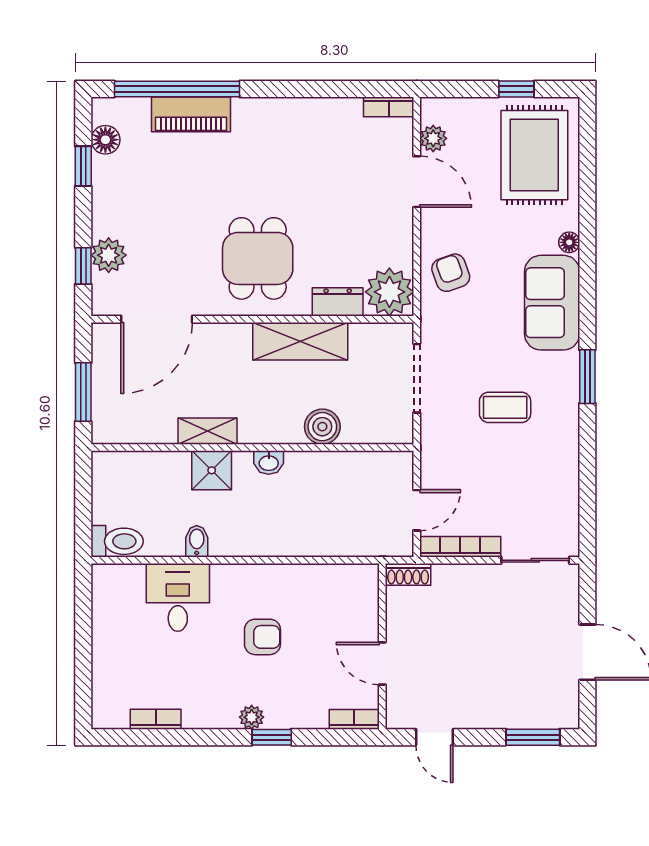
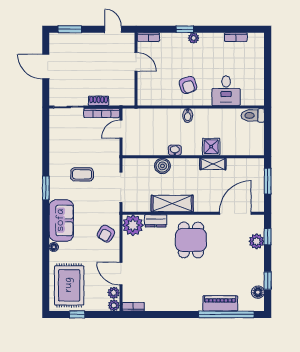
plant: (433, 110) -> (114, 305), added
armchair: (451, 273) -> (106, 234), turned 51
washbasin: (269, 463) -> (175, 150), moved
bidet: (197, 541) -> (188, 115), moved
shoe rack: (408, 574) -> (99, 101), moved
armchair: (262, 637) -> (188, 85), moved, turned -108

